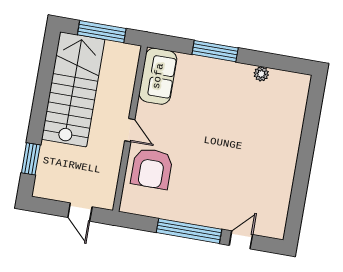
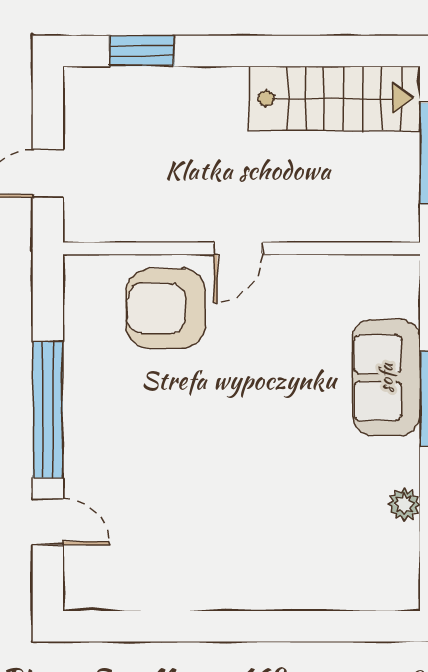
sofa: (158, 76) -> (386, 378), moved, turned 90
stairs: (73, 89) -> (335, 98), width x0.73, depth x0.66

